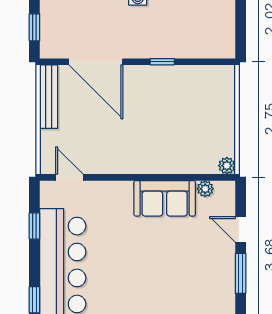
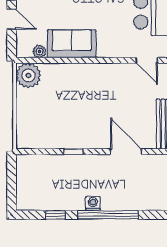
door: (96, 62) -> (126, 152), width x0.73
plant: (227, 166) -> (28, 75), width x1.87, depth x1.87

